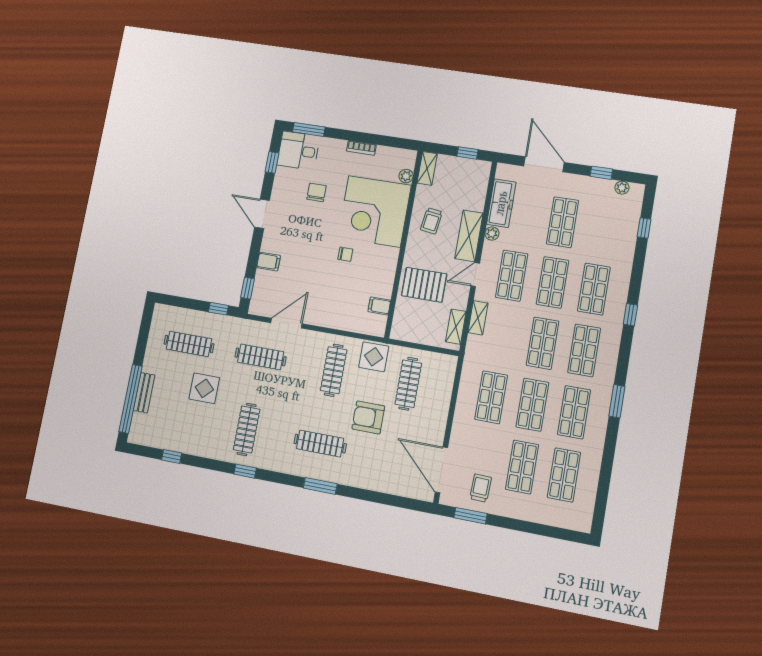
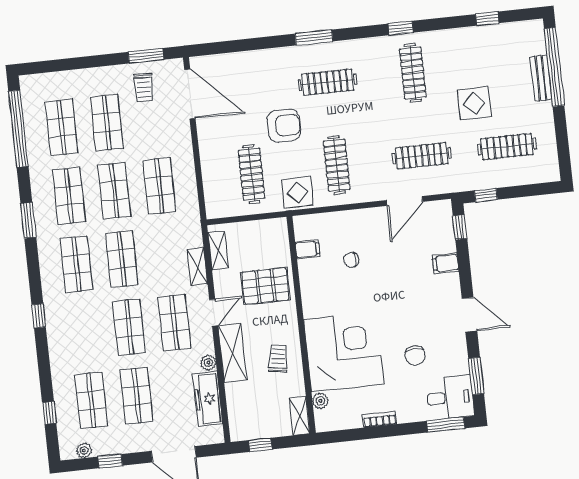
window: (272, 162) -> (476, 376), width x1.50
chair: (345, 254) -> (351, 260), moved
shop shelf: (594, 289) -> (91, 401), moved
window: (604, 486) -> (18, 129), added

